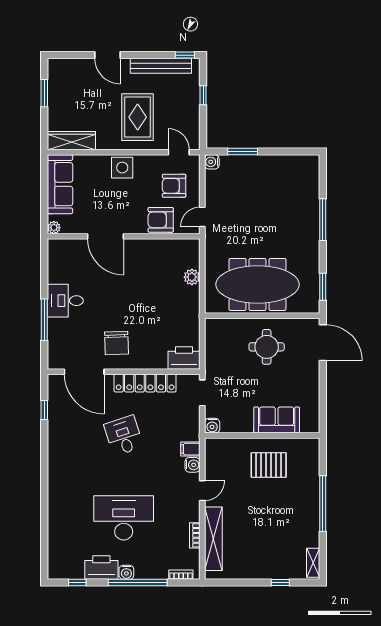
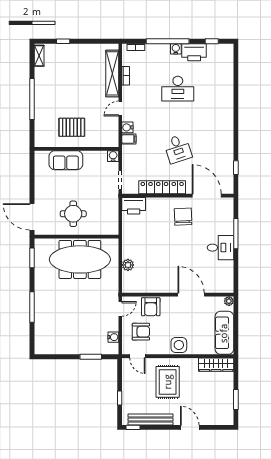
water cooler: (212, 162) -> (113, 337), moved
armchair: (161, 220) -> (151, 307), turned 90
desk: (124, 518) -> (178, 89), width x0.73, depth x0.77

